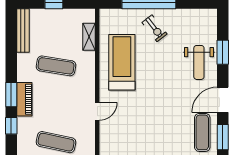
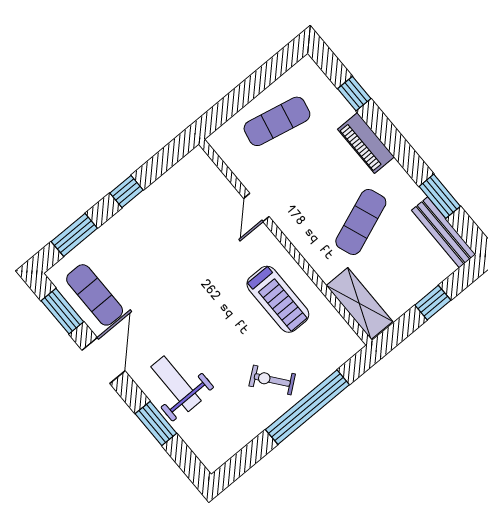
shelving: (89, 37) -> (359, 304), width x1.50, depth x1.33
treadmill: (122, 62) -> (278, 299), width x0.73, depth x0.73
exercise mat: (56, 66) -> (361, 222), turned -30
window: (11, 95) -> (440, 196), moved

